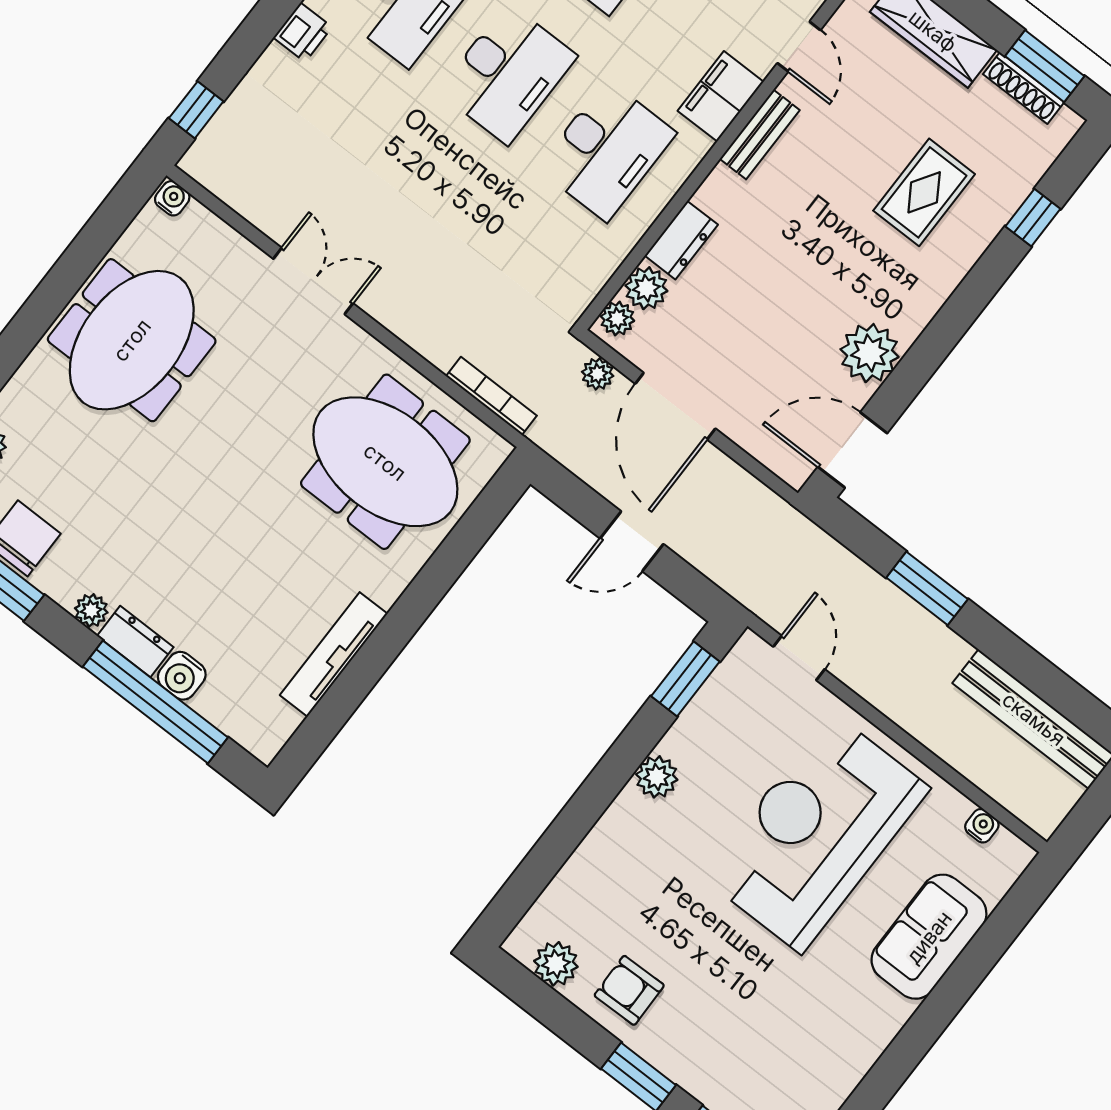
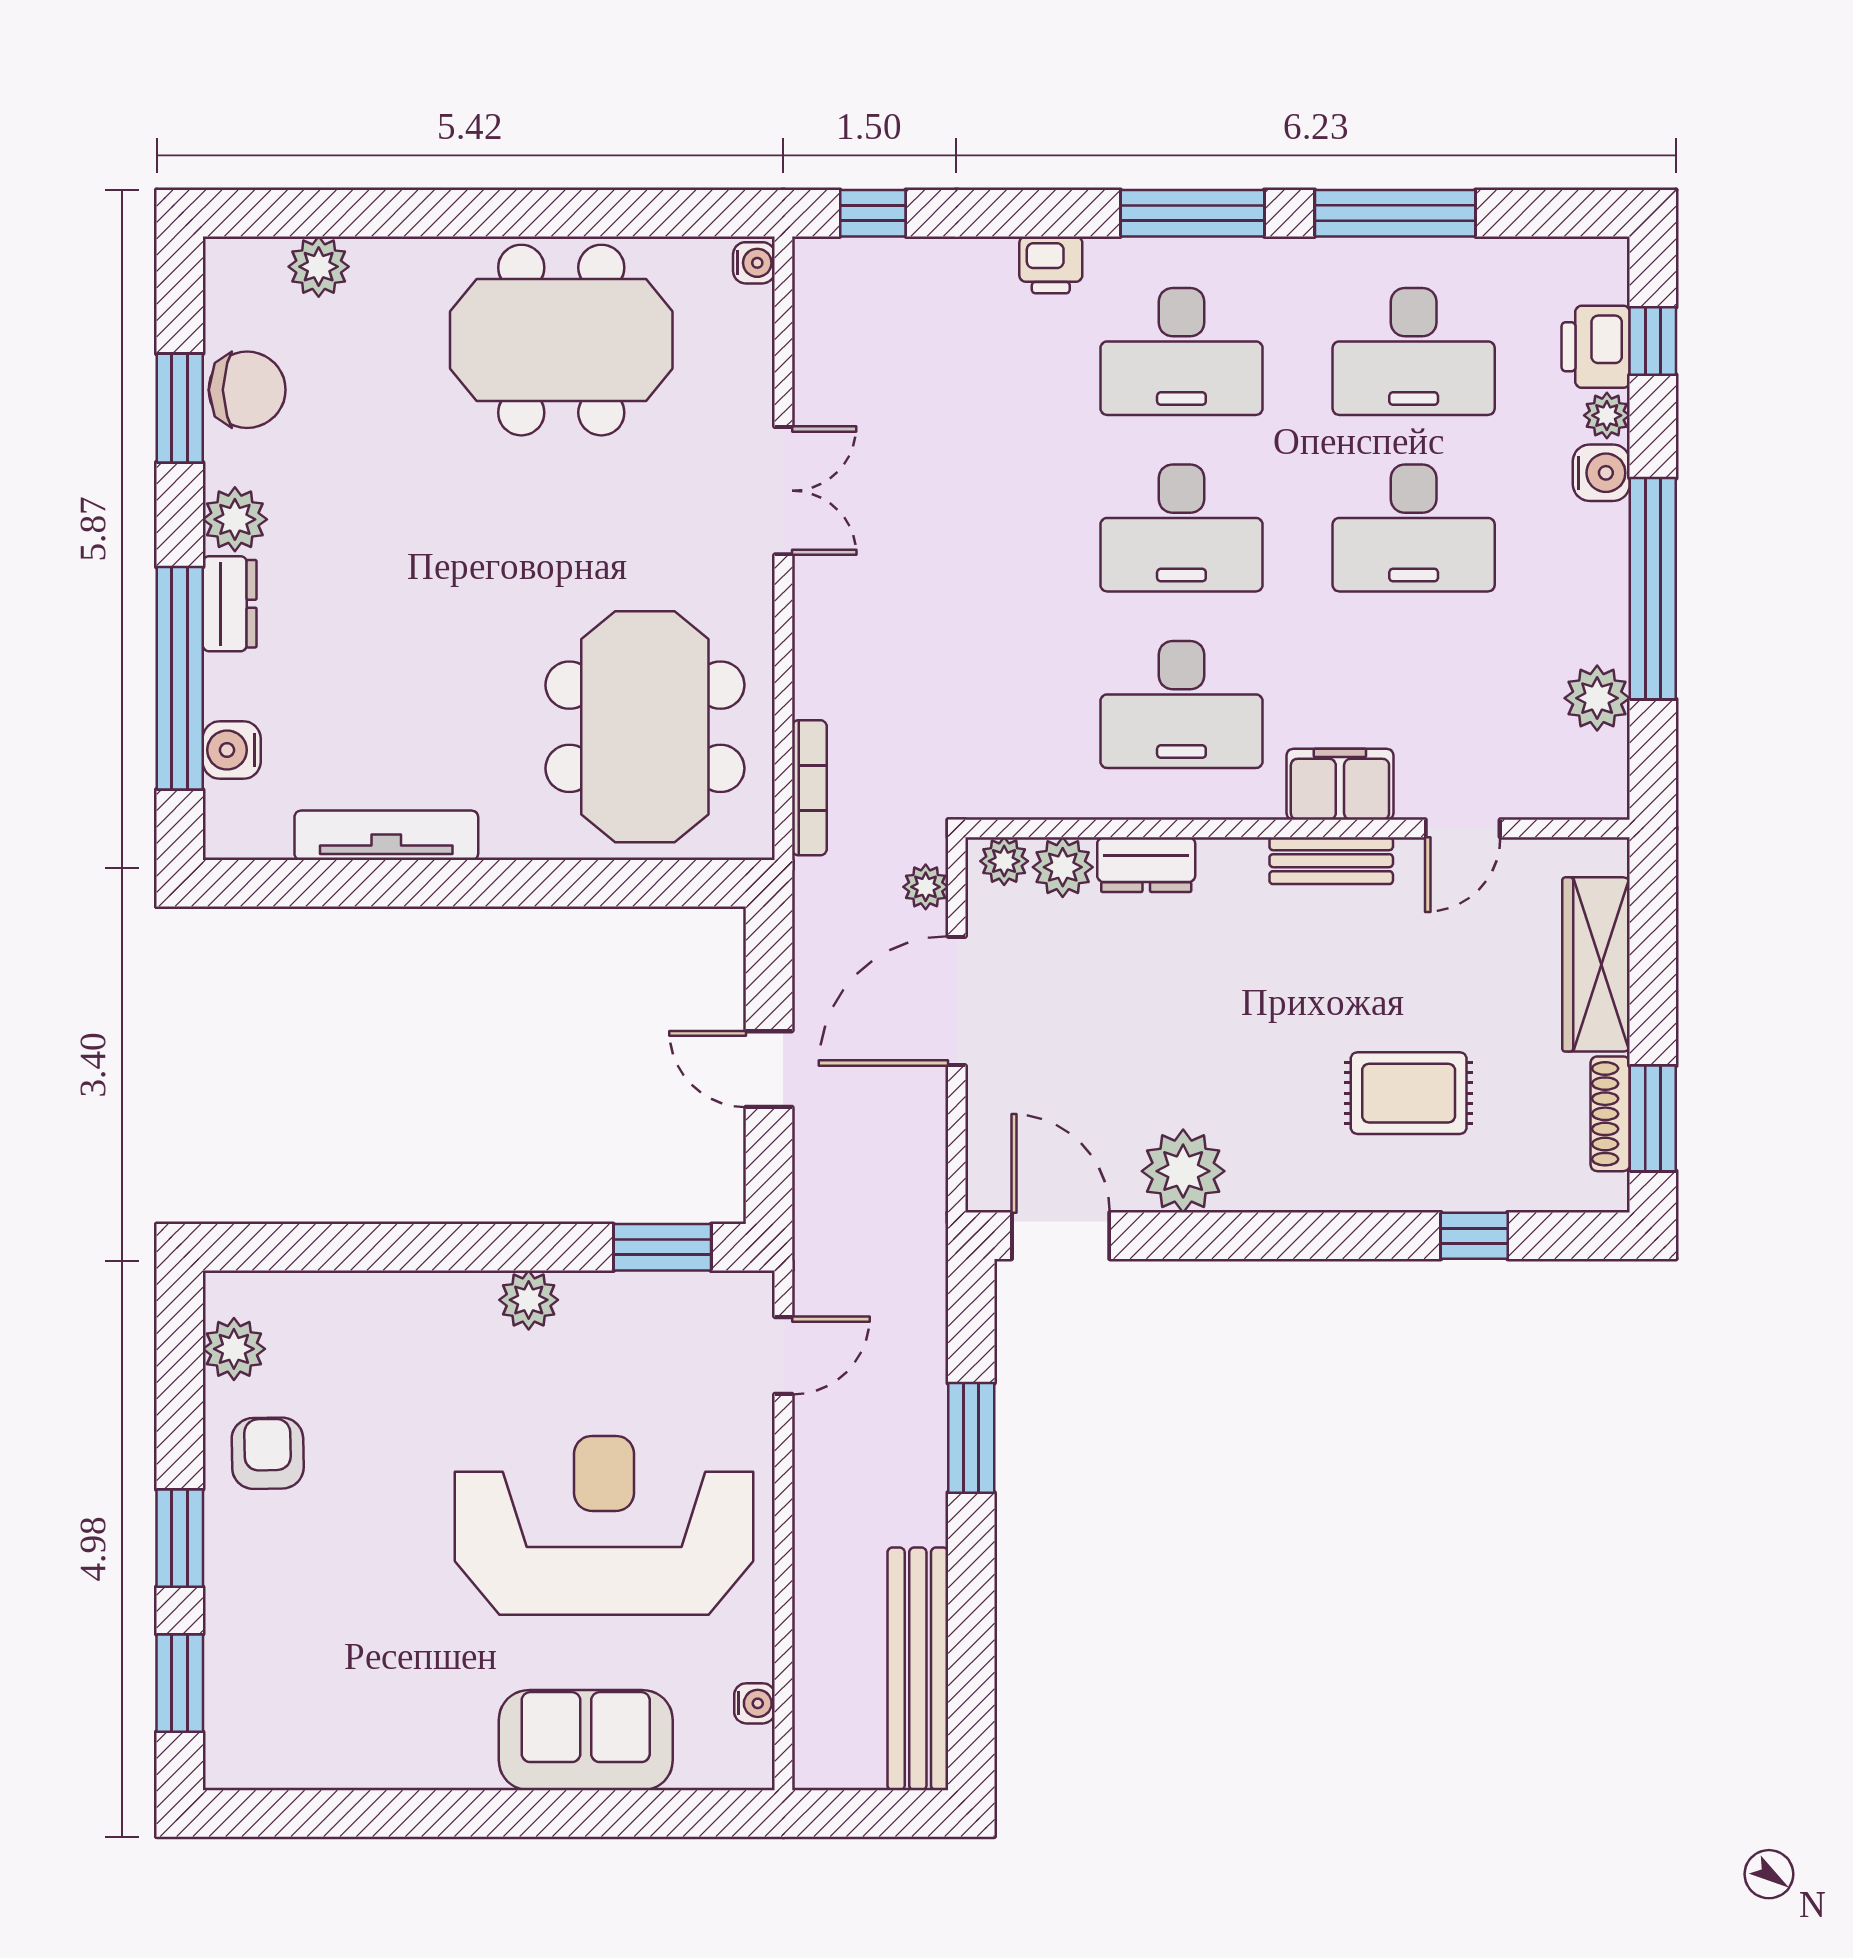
plant: (91, 610) -> (235, 519), width x1.38, depth x1.38
water cooler: (182, 676) -> (232, 750), moved

